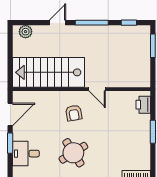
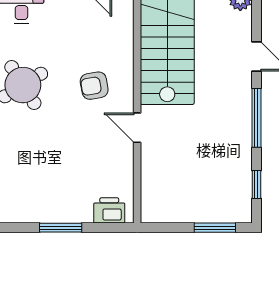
door: (97, 89) -> (137, 128), hinge flipped

